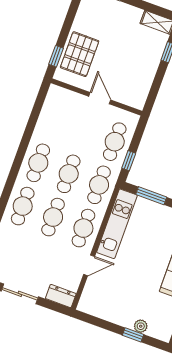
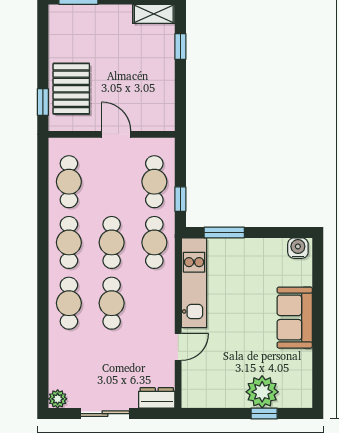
cafe table: (83, 228) -> (69, 182), moved
plant: (141, 326) -> (262, 392), width x1.88, depth x1.88

